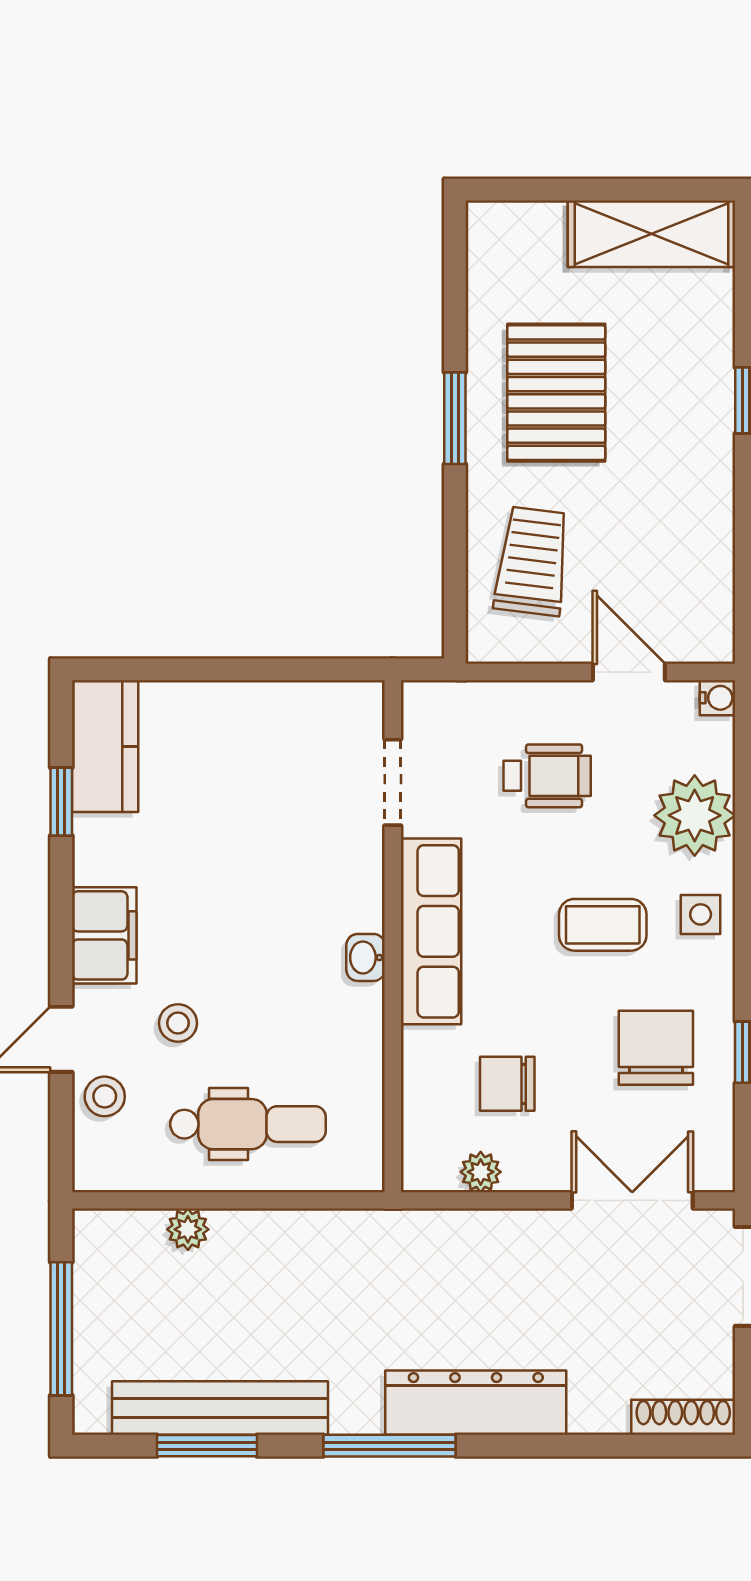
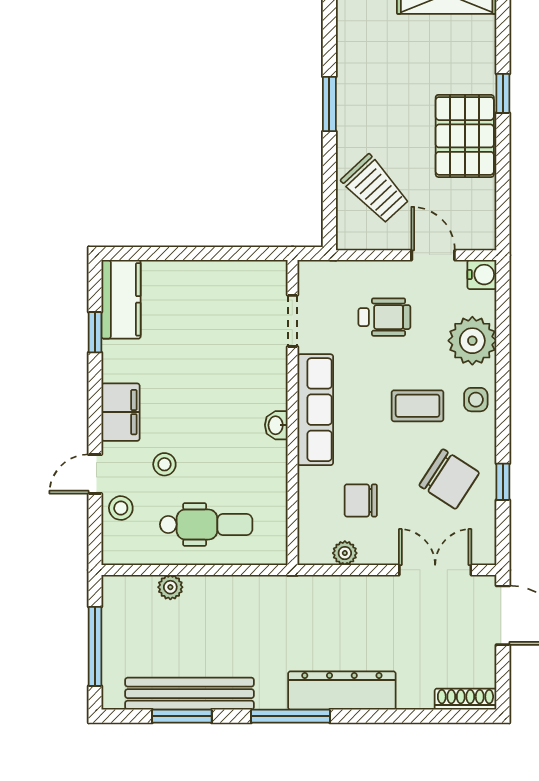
pallet: (556, 393) -> (465, 136), moved
trolley: (532, 561) -> (375, 189), turned 130
water cooler: (717, 698) -> (482, 275), width x1.38, depth x1.38
chair: (656, 1048) -> (449, 479), turned 123

